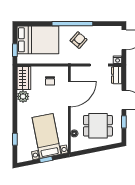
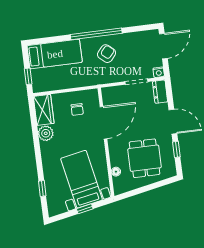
bed: (38, 40) -> (55, 54), width x0.67
dining table: (98, 126) -> (145, 158), turned 90

